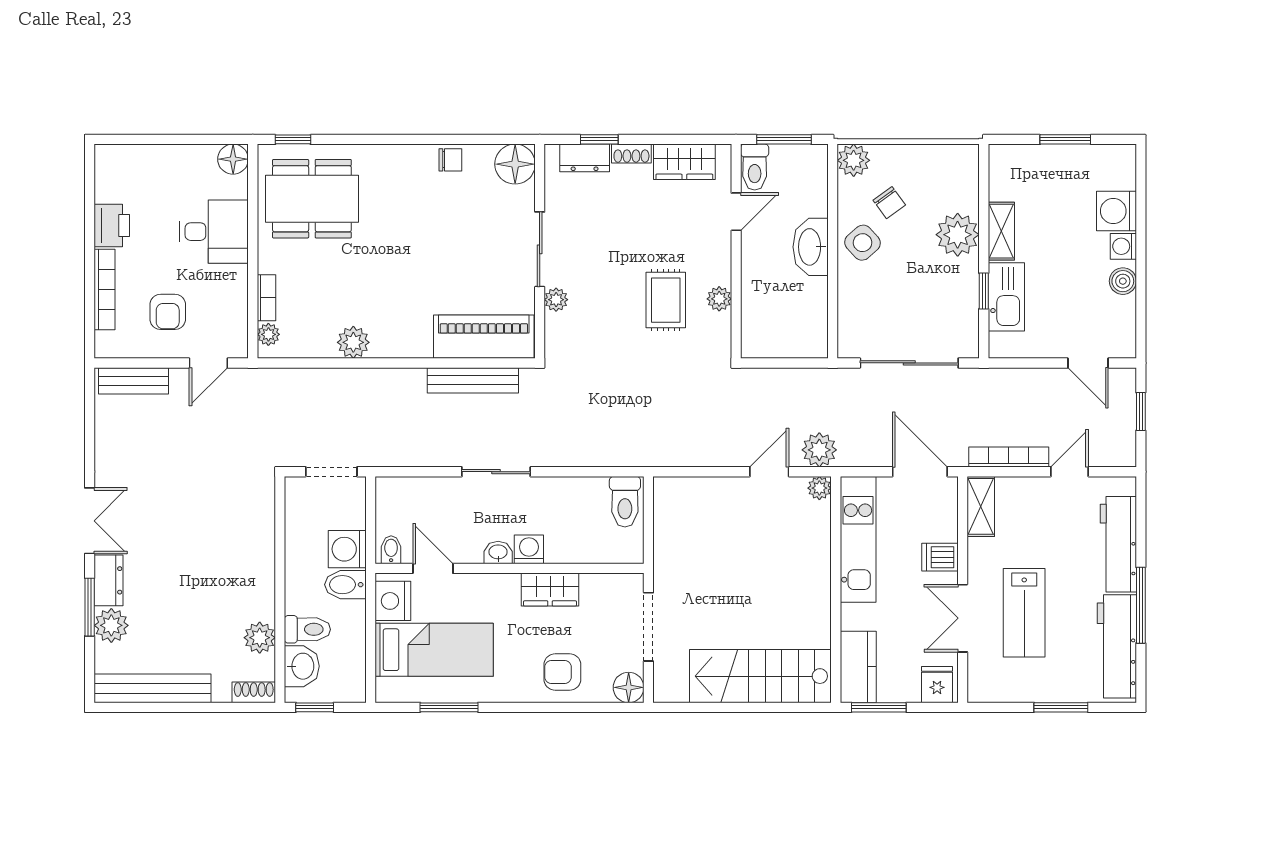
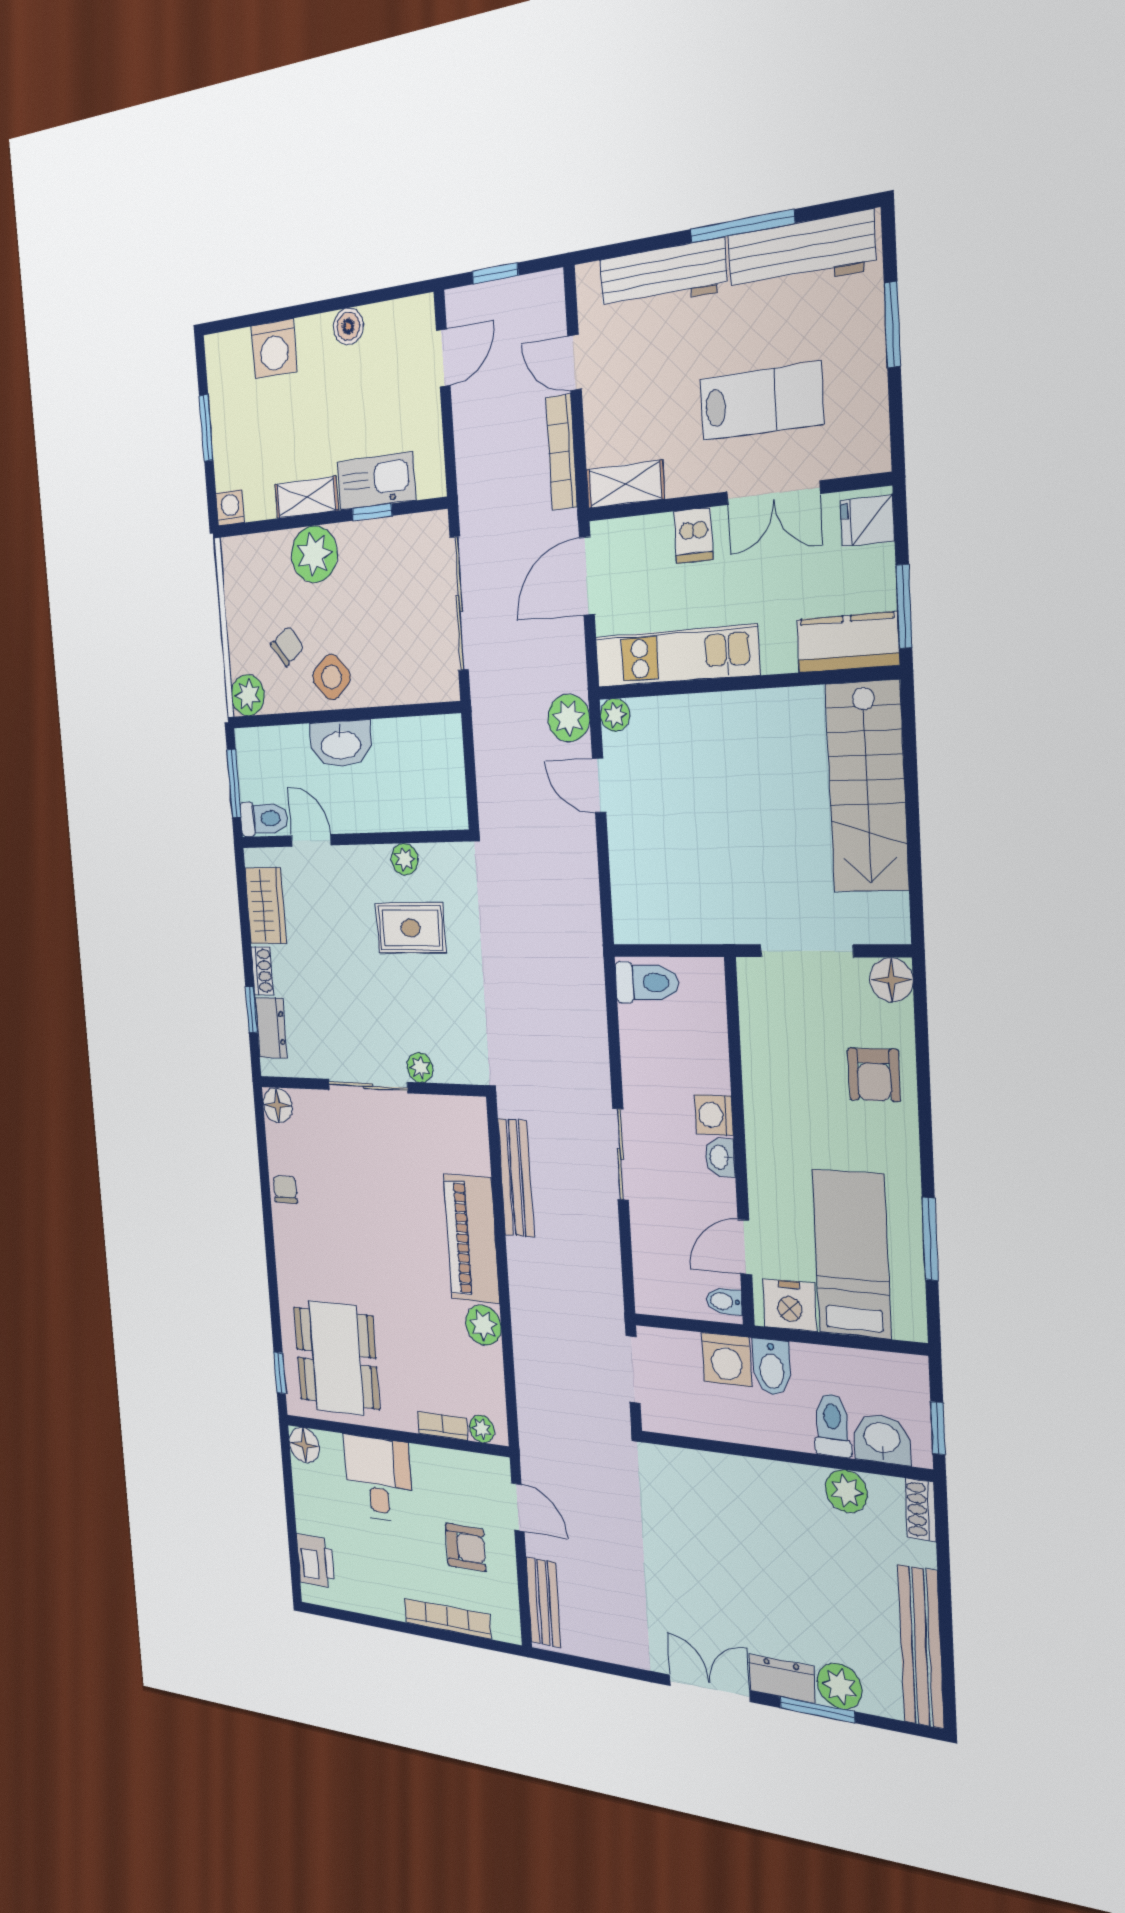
floor lamp: (515, 164) -> (278, 1105), width x0.73, depth x0.73
printer: (112, 225) -> (316, 1561), moved, turned 90
washing machine: (1123, 246) -> (230, 508), moved, turned 180
piano: (484, 337) -> (472, 1239), moved
wardrobe: (550, 589) -> (764, 1088), removed

